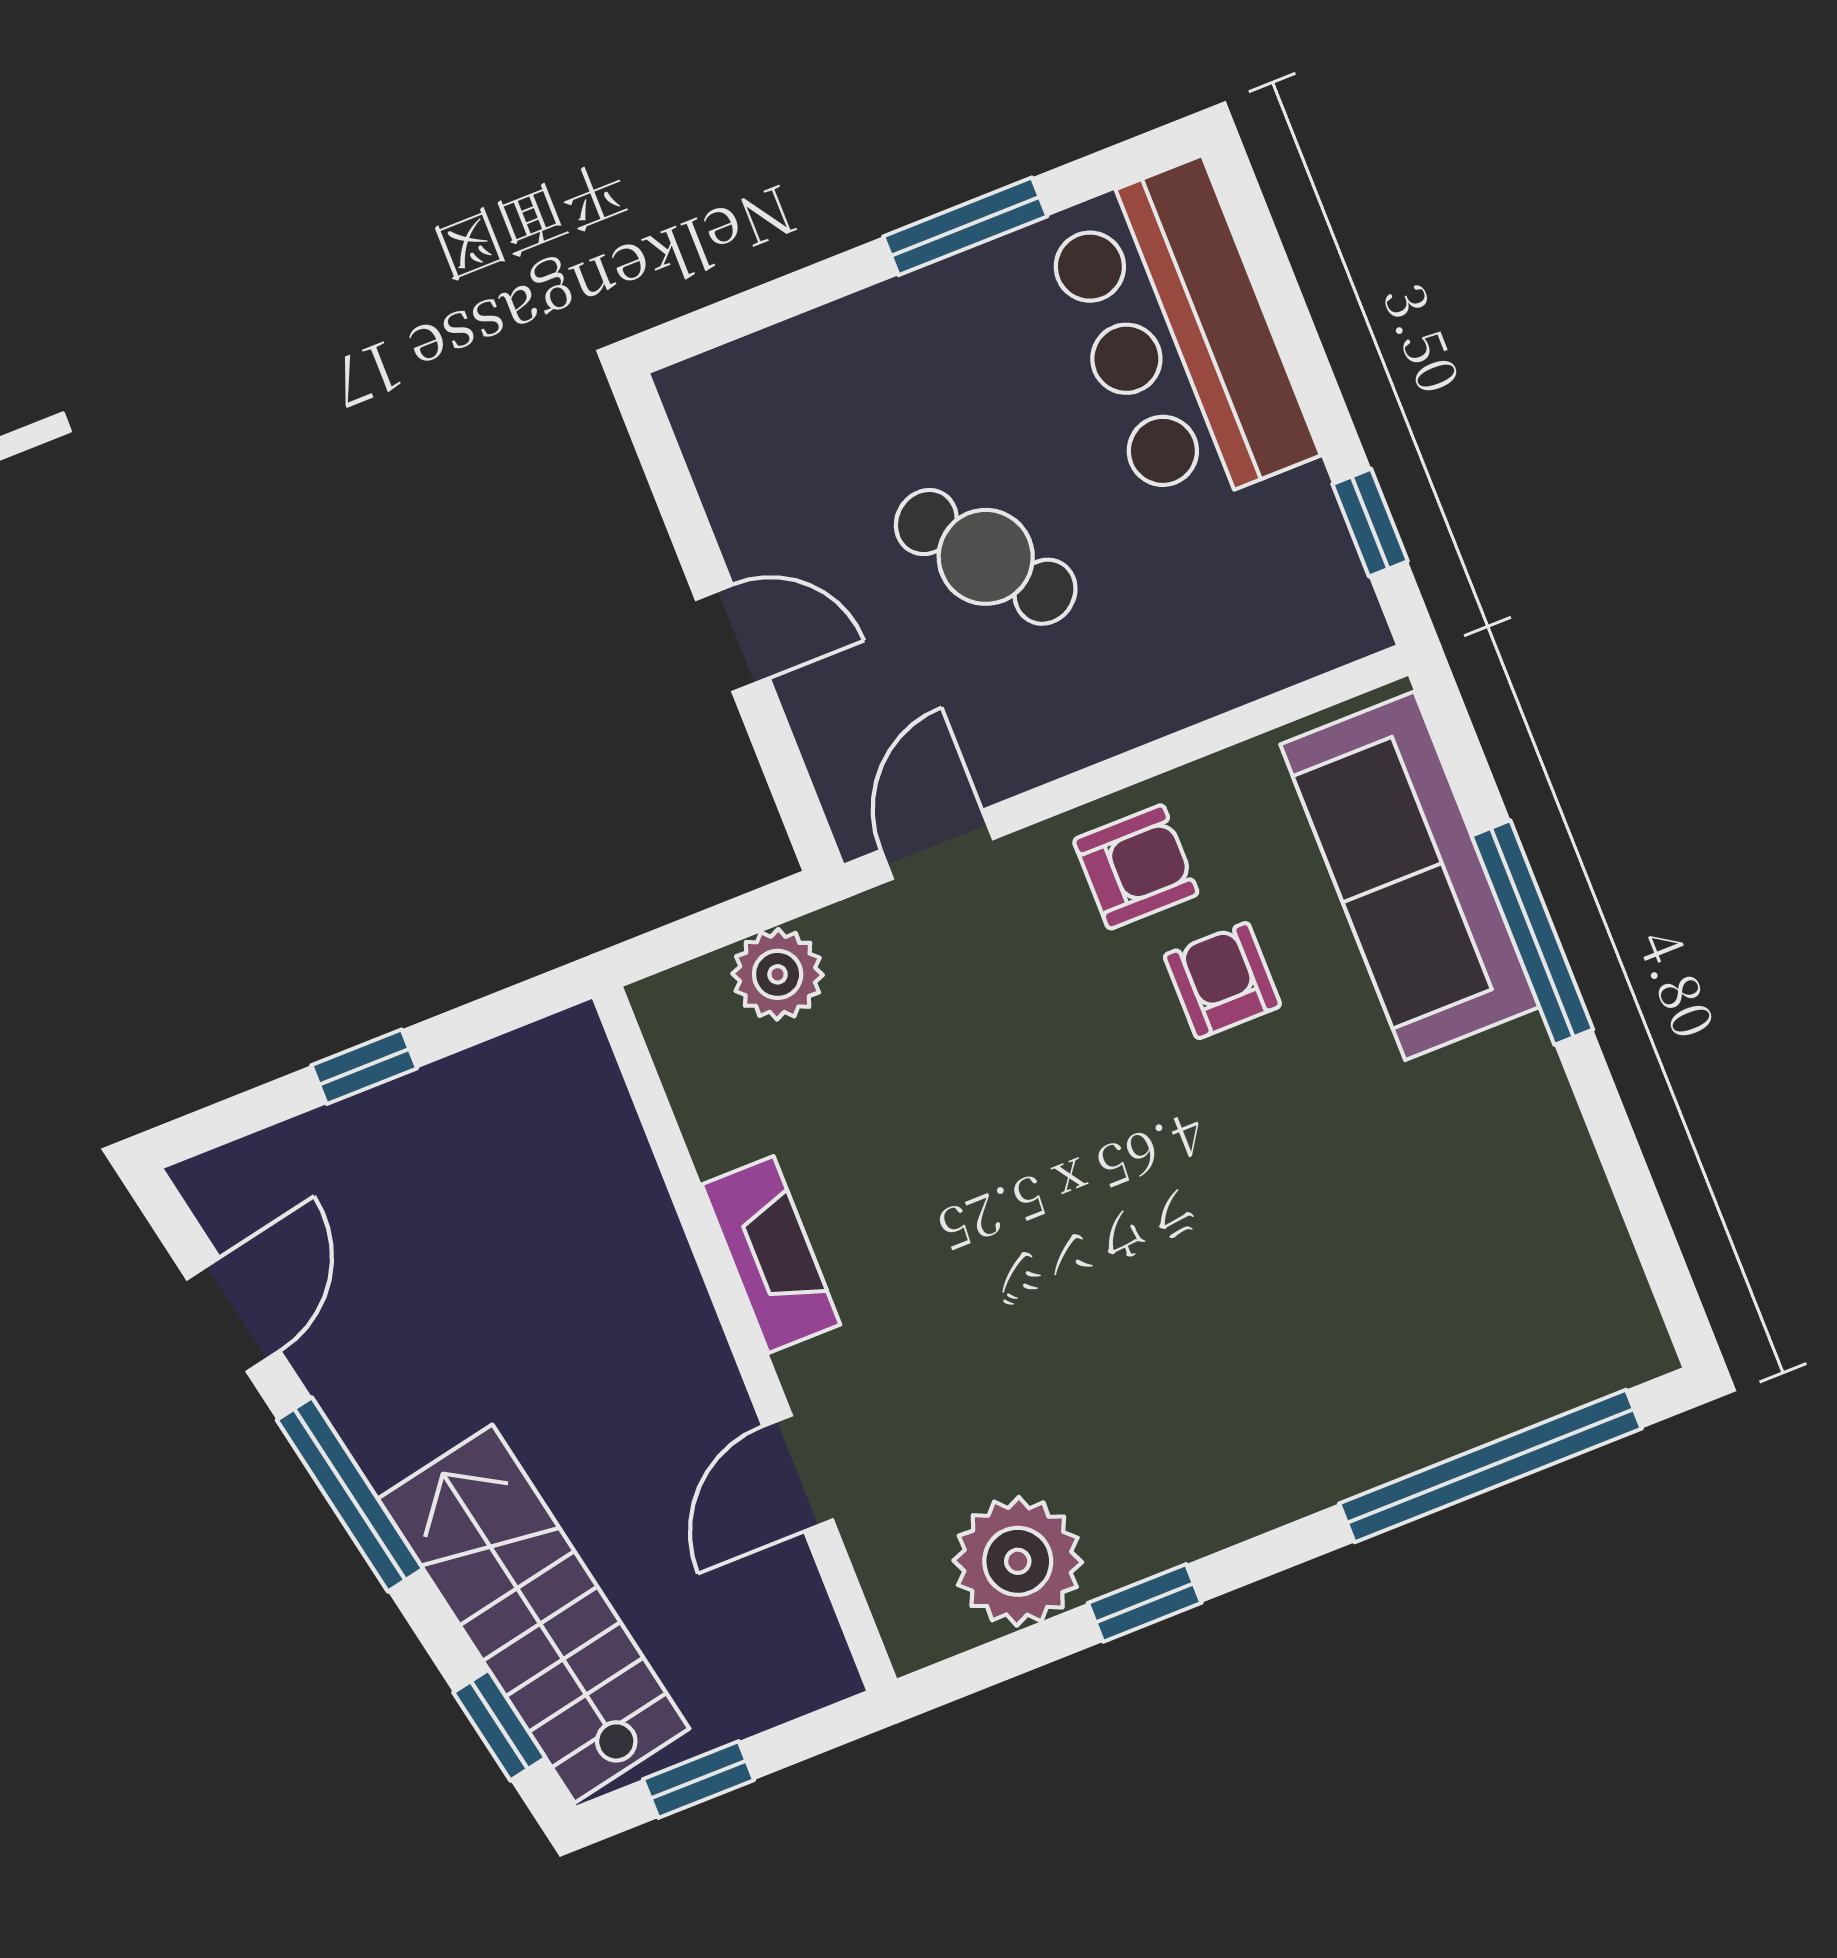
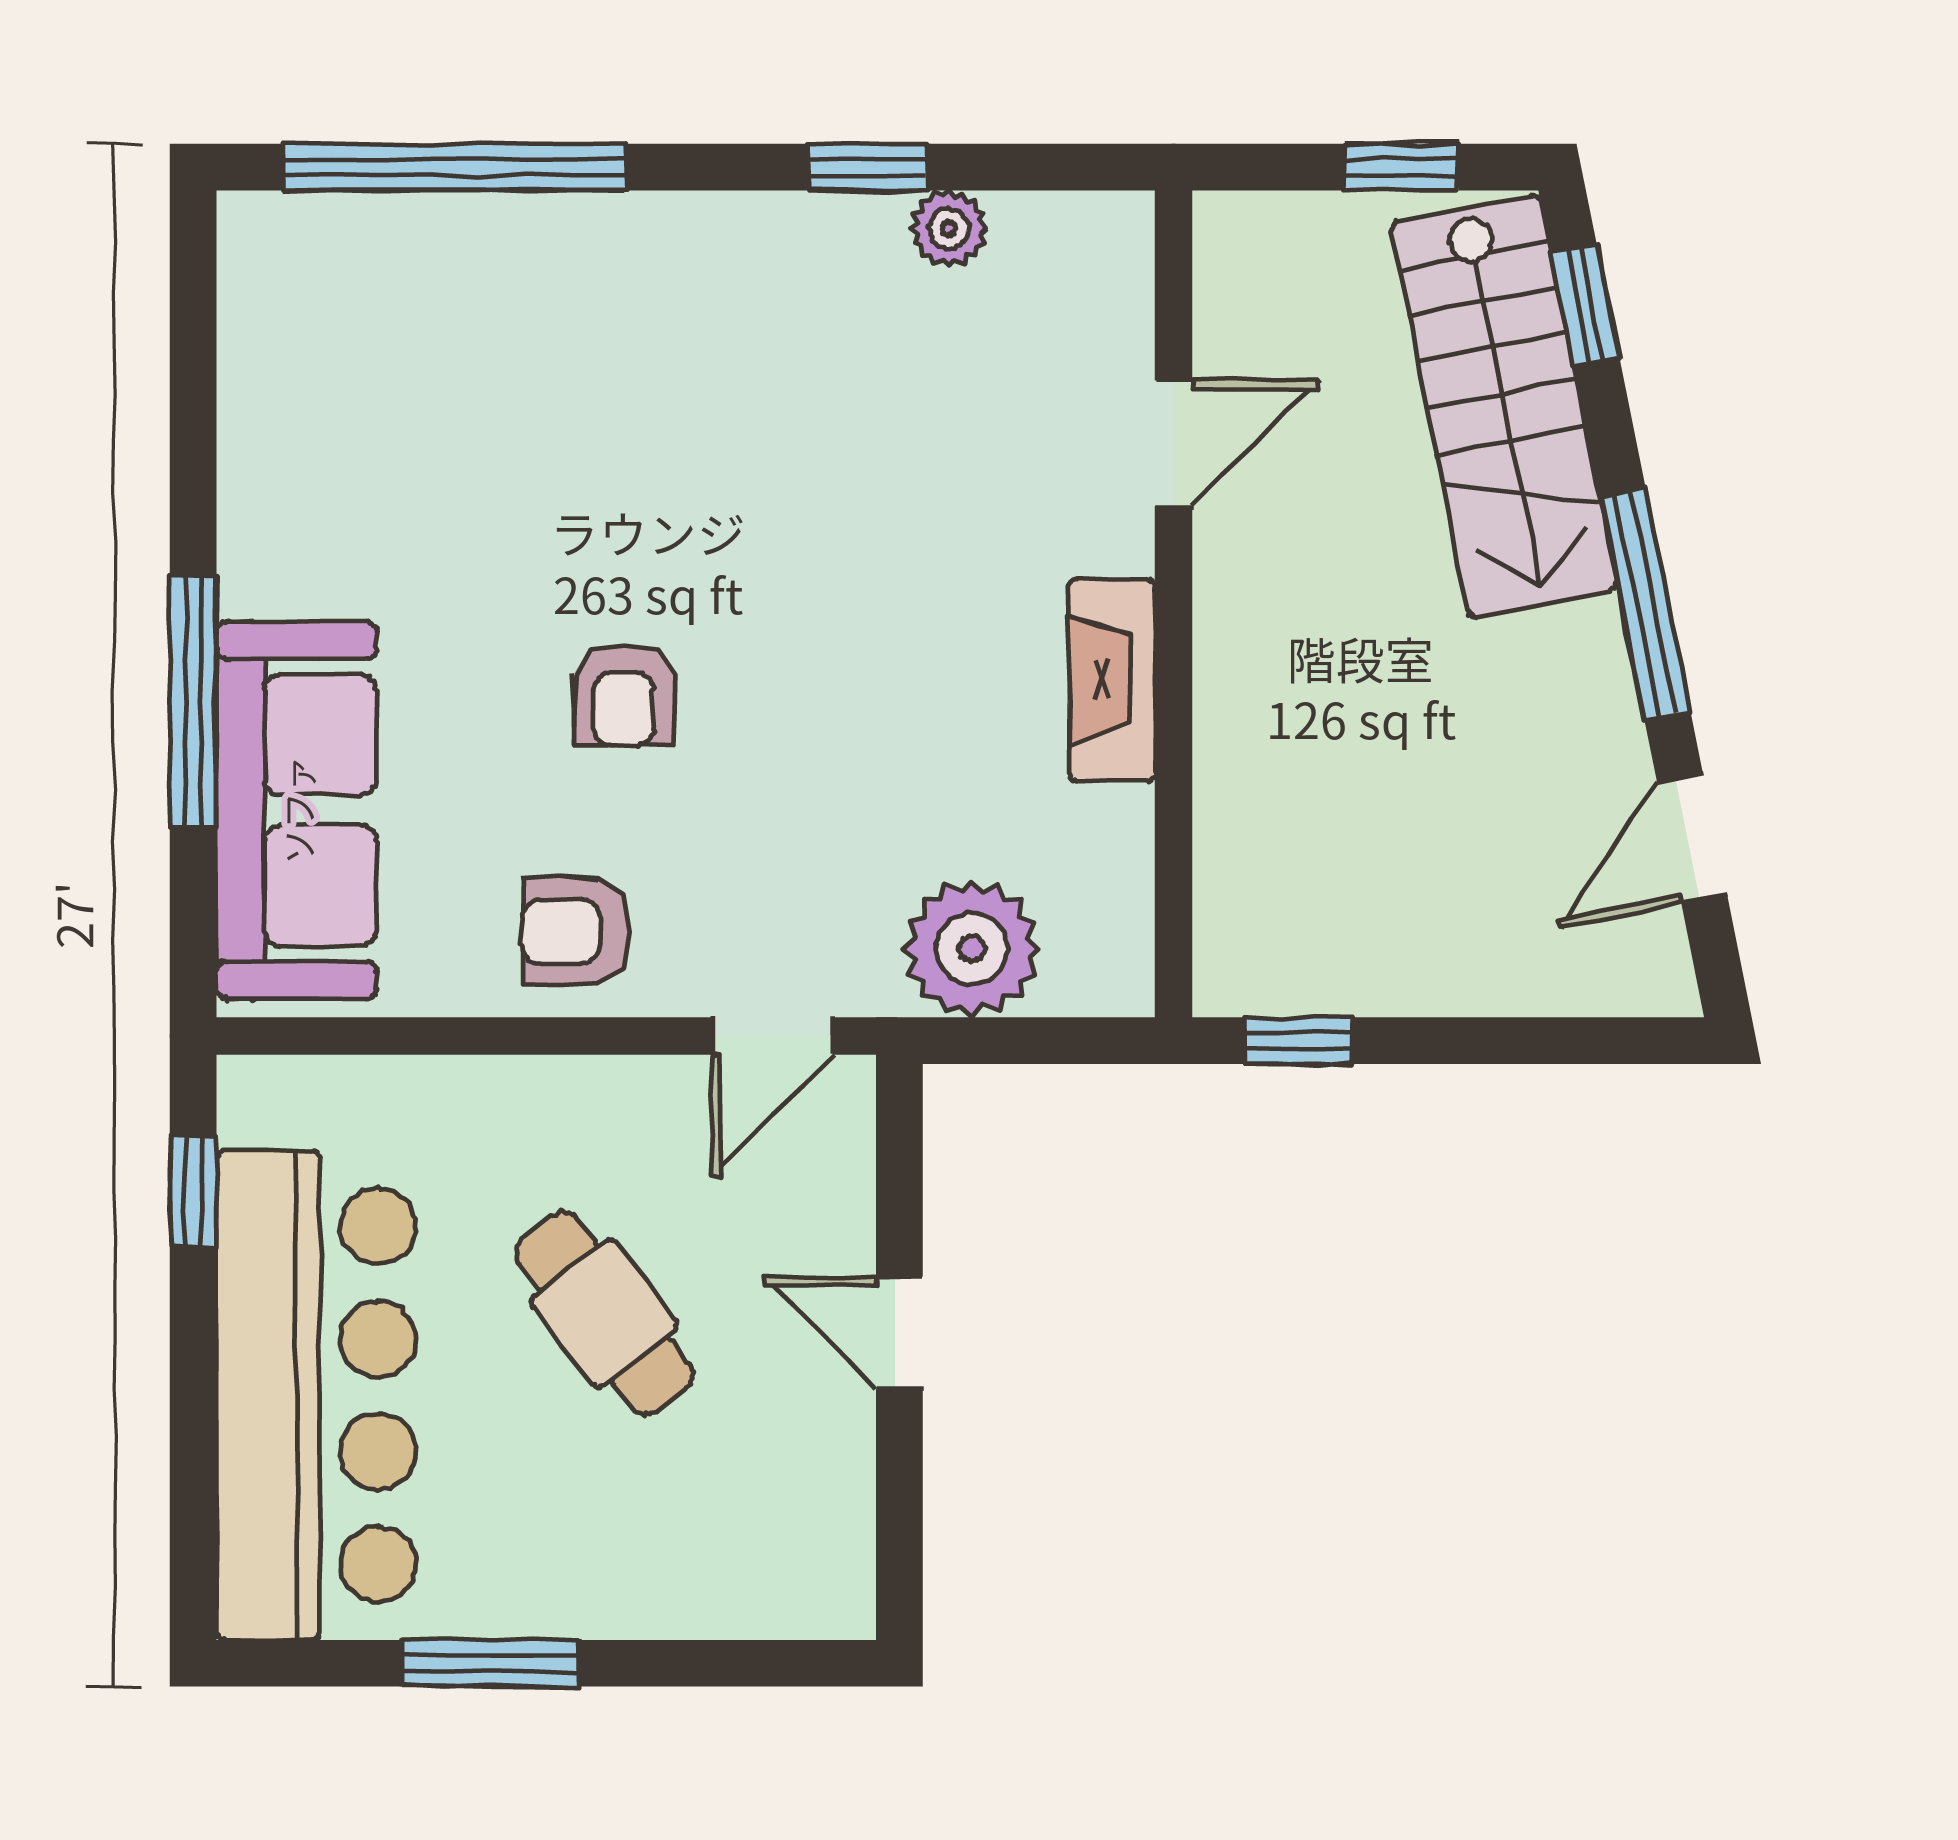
bar counter: (1178, 338) -> (316, 1395), width x1.36
plant: (778, 974) -> (972, 949), width x1.36, depth x1.36
armchair: (1222, 981) -> (624, 695), moved
window: (364, 1067) -> (1298, 1041), moved
plant: (1018, 1561) -> (949, 229), width x0.53, depth x0.53

